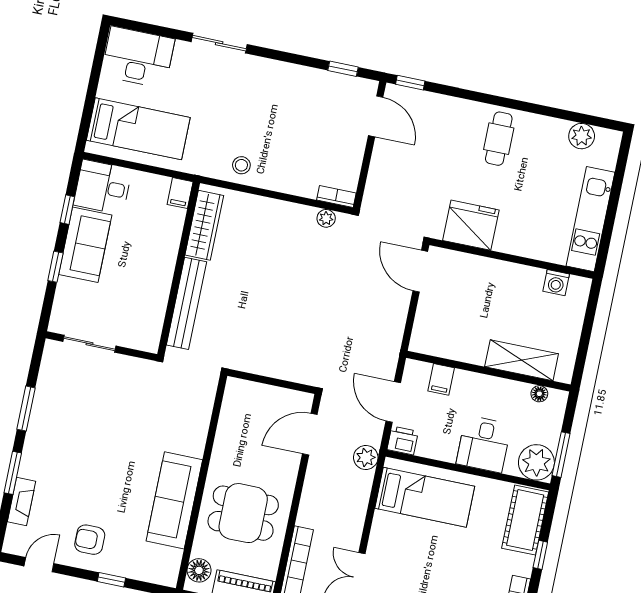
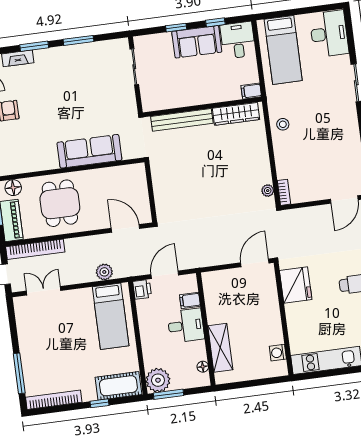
desk: (484, 444) -> (186, 326), moved, turned 180
plant: (366, 457) -> (104, 272), moved
sofa: (174, 500) -> (89, 151), moved

